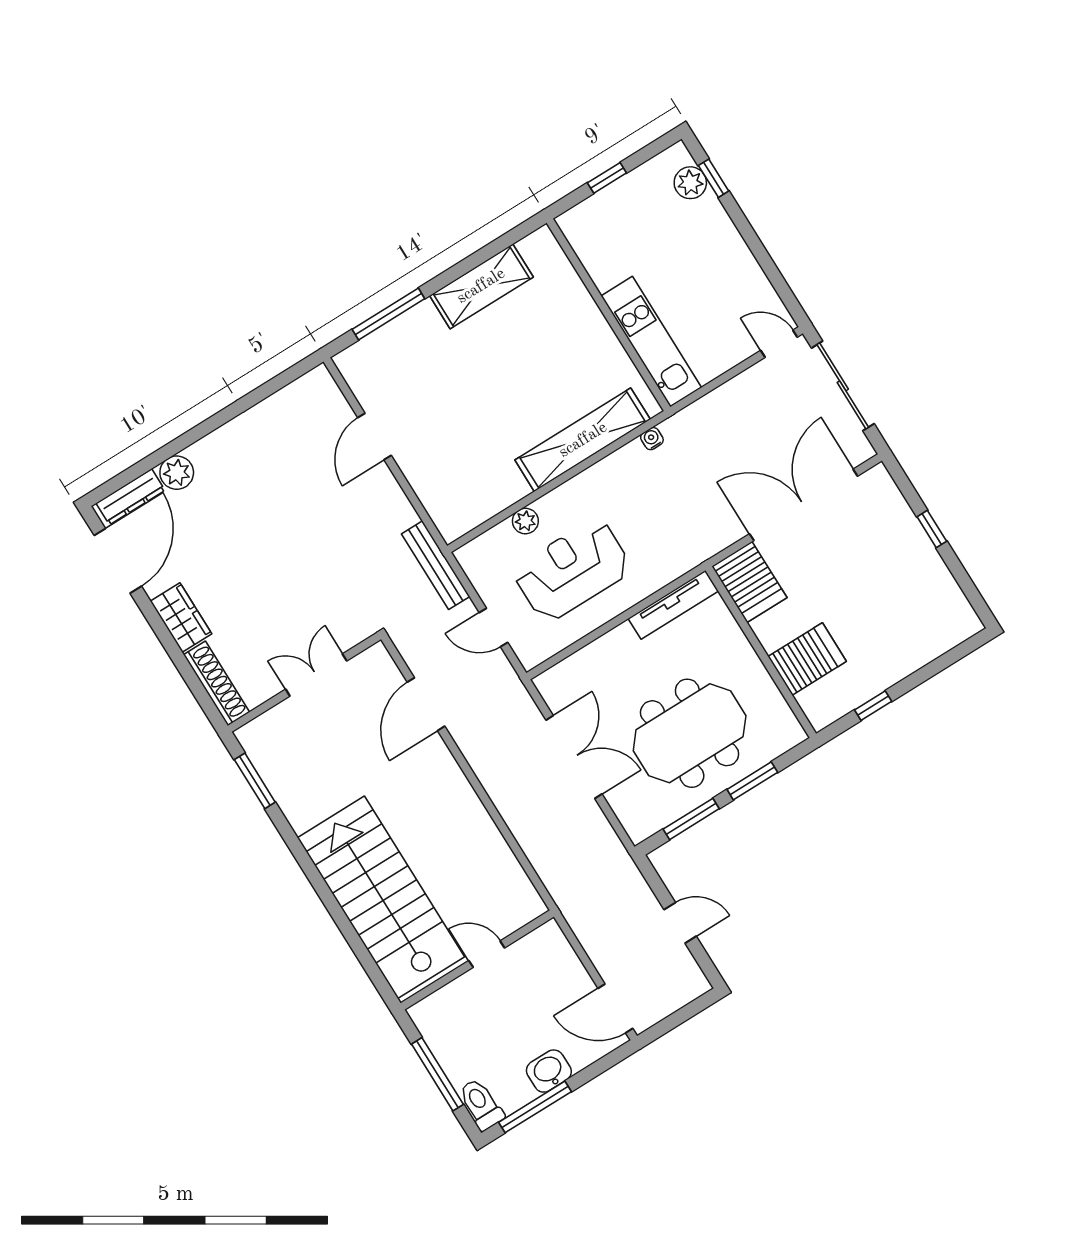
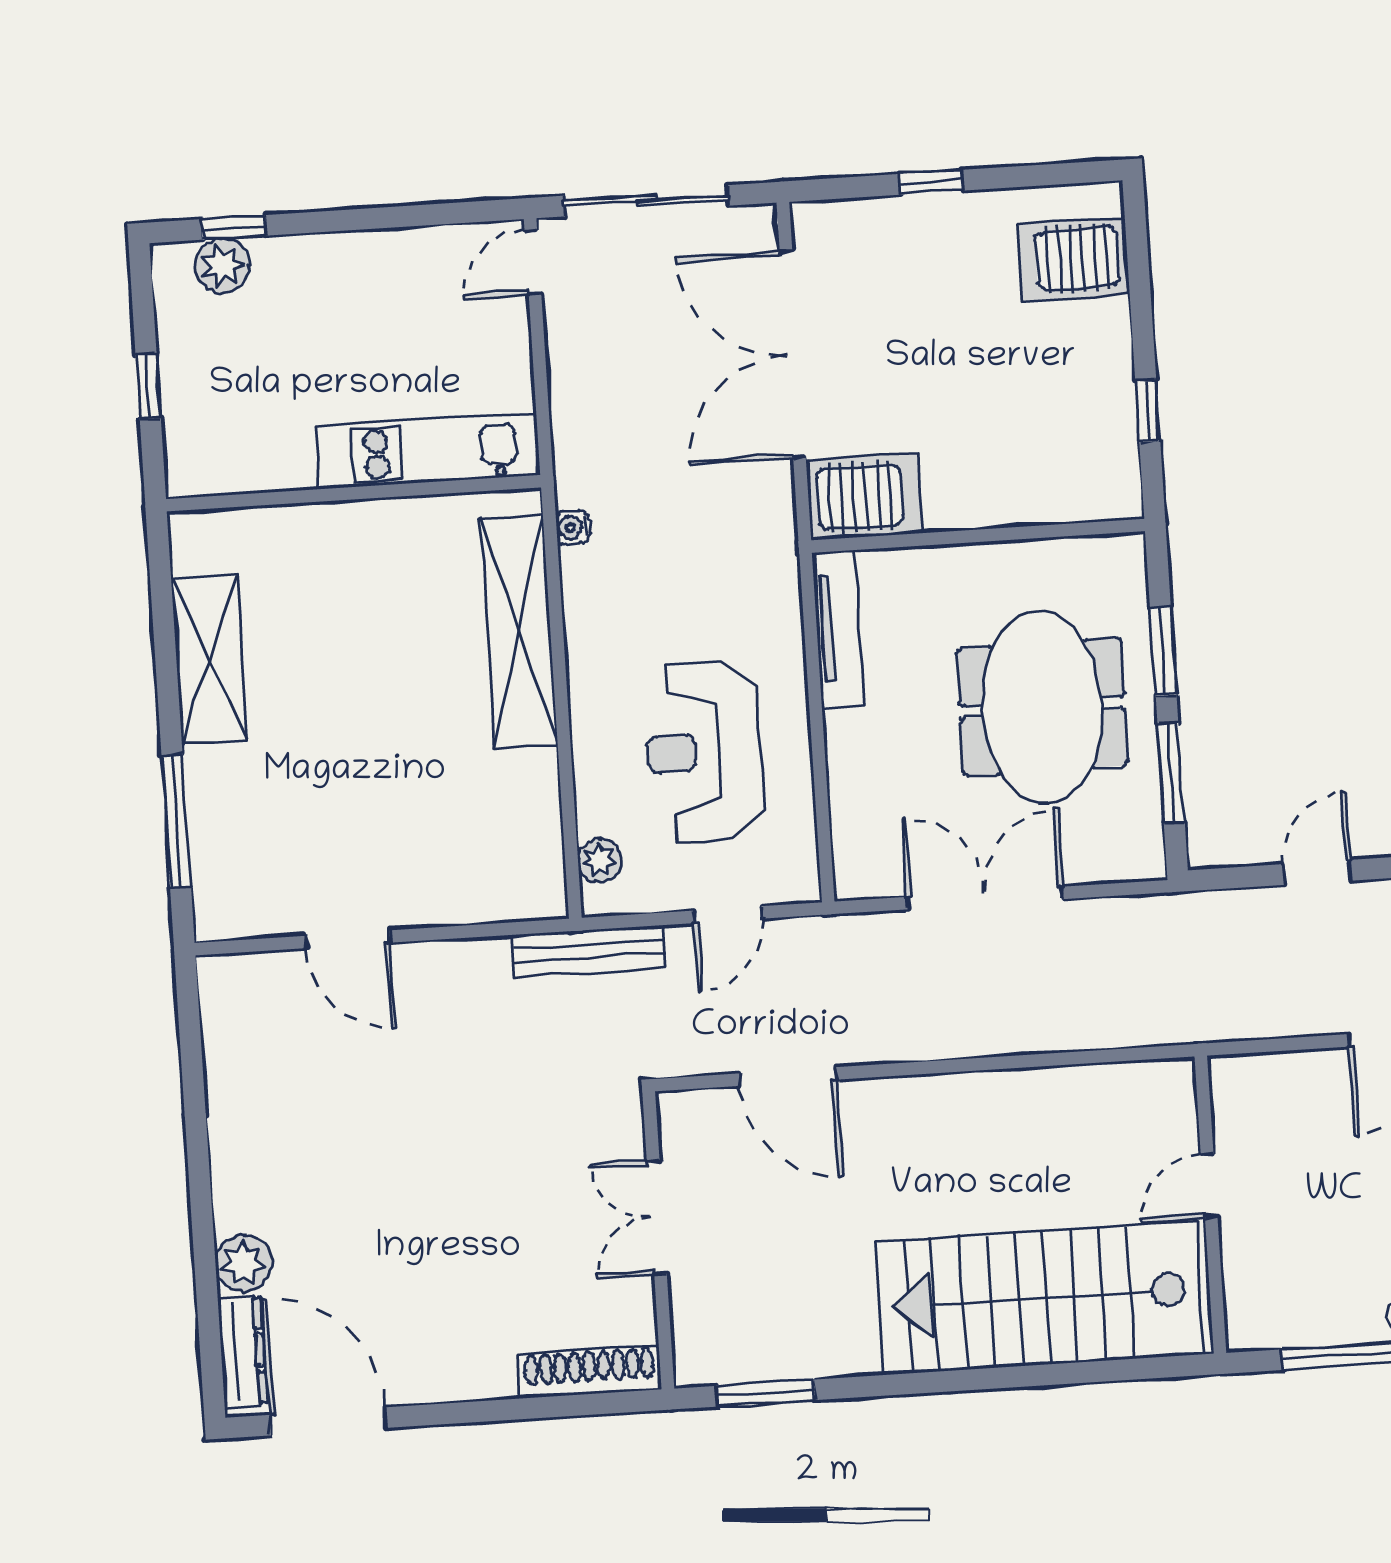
plant: (525, 521) -> (600, 861), moved
wardrobe: (181, 618) -> (463, 1373), removed
server rack: (807, 659) -> (1073, 259), moved, turned -90

